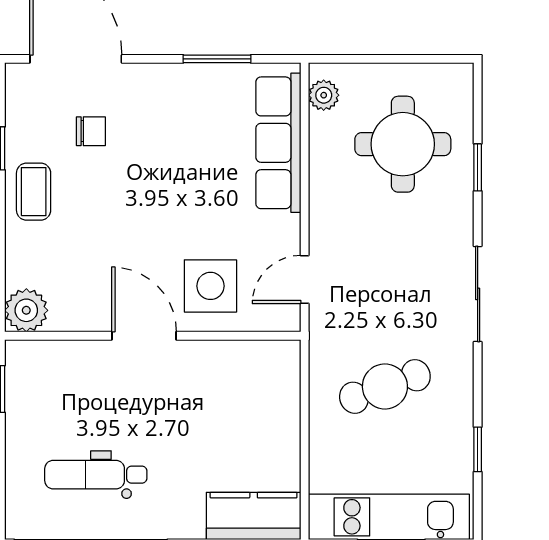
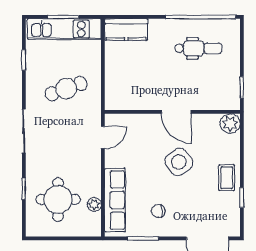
plant: (324, 95) -> (94, 204), moved
chair: (91, 131) -> (158, 211), moved
side table: (210, 286) -> (179, 162), moved, turned -36

